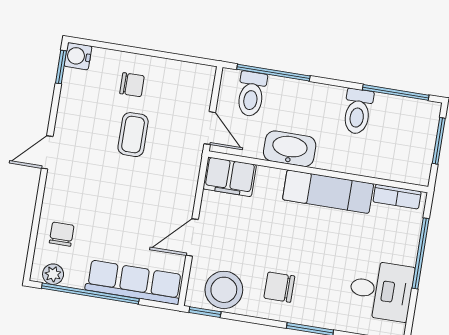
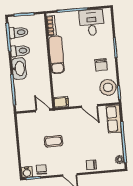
chair: (132, 85) -> (42, 170), moved
toilet: (251, 94) -> (19, 32), moved
door: (210, 128) -> (43, 110), hinge flipped
washbasin: (290, 149) -> (19, 68), moved, turned 180
filing cabinet: (230, 177) -> (61, 102), width x0.50
chair: (62, 234) -> (91, 165), moved
row of seats: (134, 282) -> (114, 119), width x0.68

